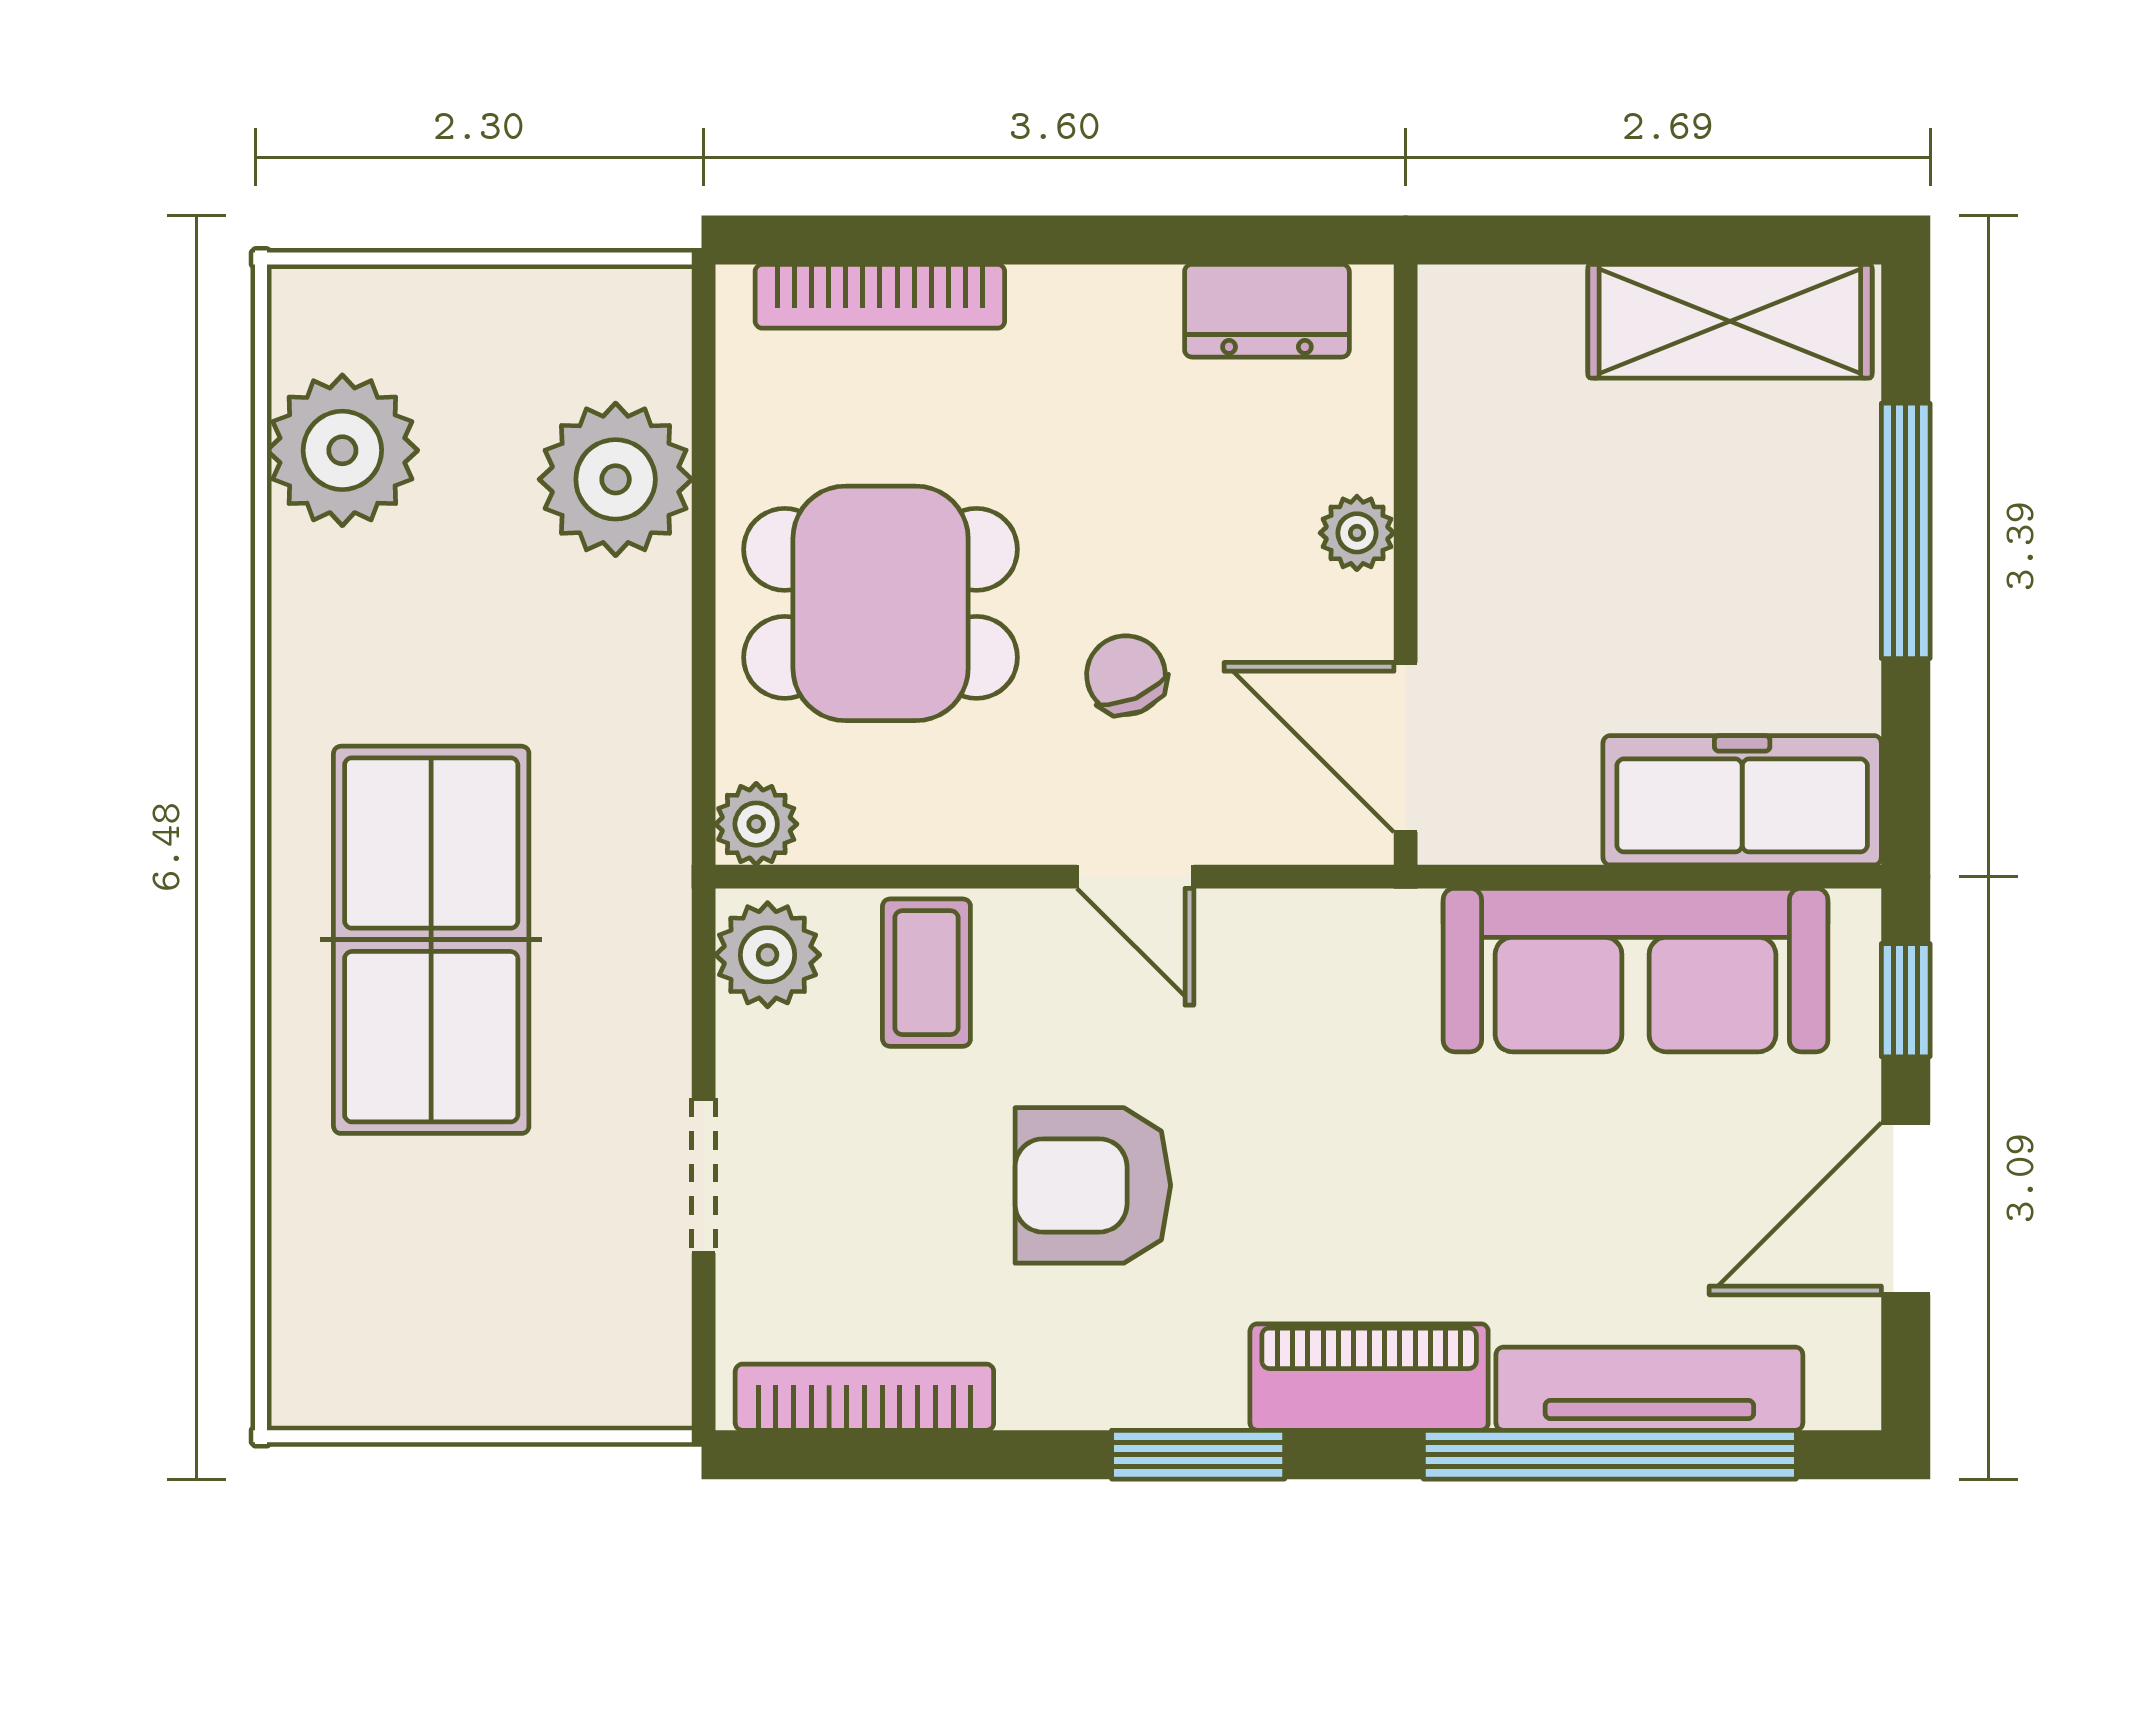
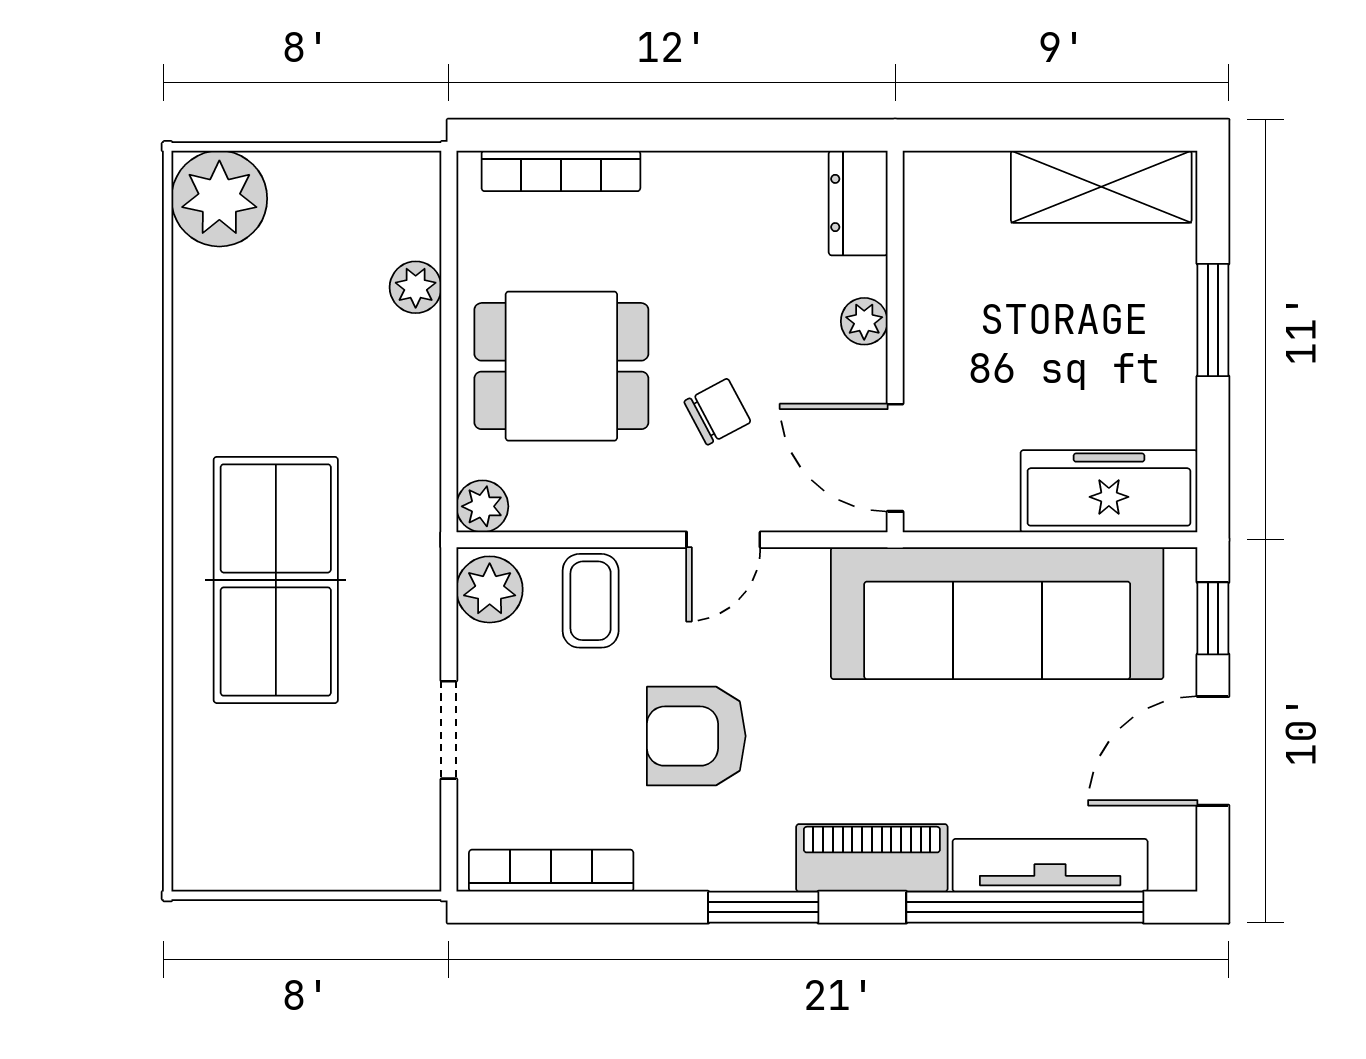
dresser: (1267, 311) -> (858, 203), moved, turned 90
plant: (342, 450) -> (219, 199), moved
plant: (616, 479) -> (416, 287), width x0.53, depth x0.53
window: (1906, 531) -> (1213, 320), width x0.69
chair: (1126, 675) -> (717, 412), turned 85
door: (1135, 877) -> (723, 540), hinge flipped
sofa: (1635, 970) -> (997, 613), width x1.36, depth x1.27

